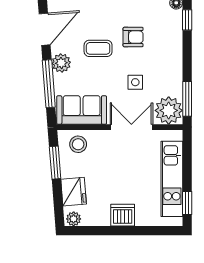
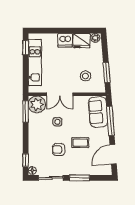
plant: (61, 63) -> (103, 134), removed
sofa: (82, 110) -> (98, 112), moved, turned 86
stool: (78, 144) -> (85, 76), moved
fridge: (74, 192) -> (82, 41), moved, turned -86

